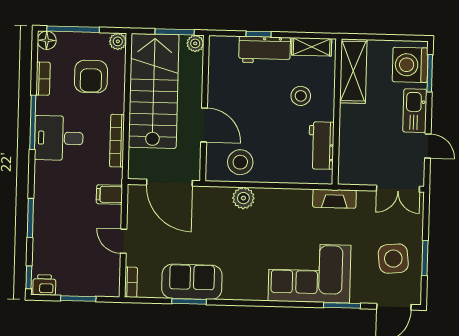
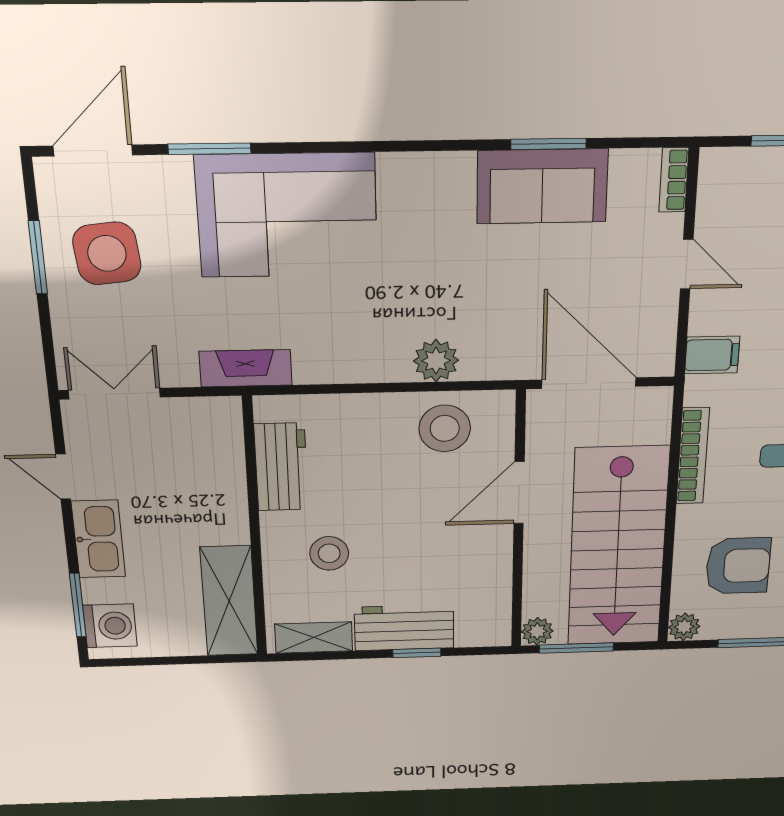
washing machine: (410, 65) -> (110, 626), width x0.73, depth x0.73
armchair: (91, 76) -> (738, 566), turned 90
door: (204, 125) -> (519, 493), hinge flipped

